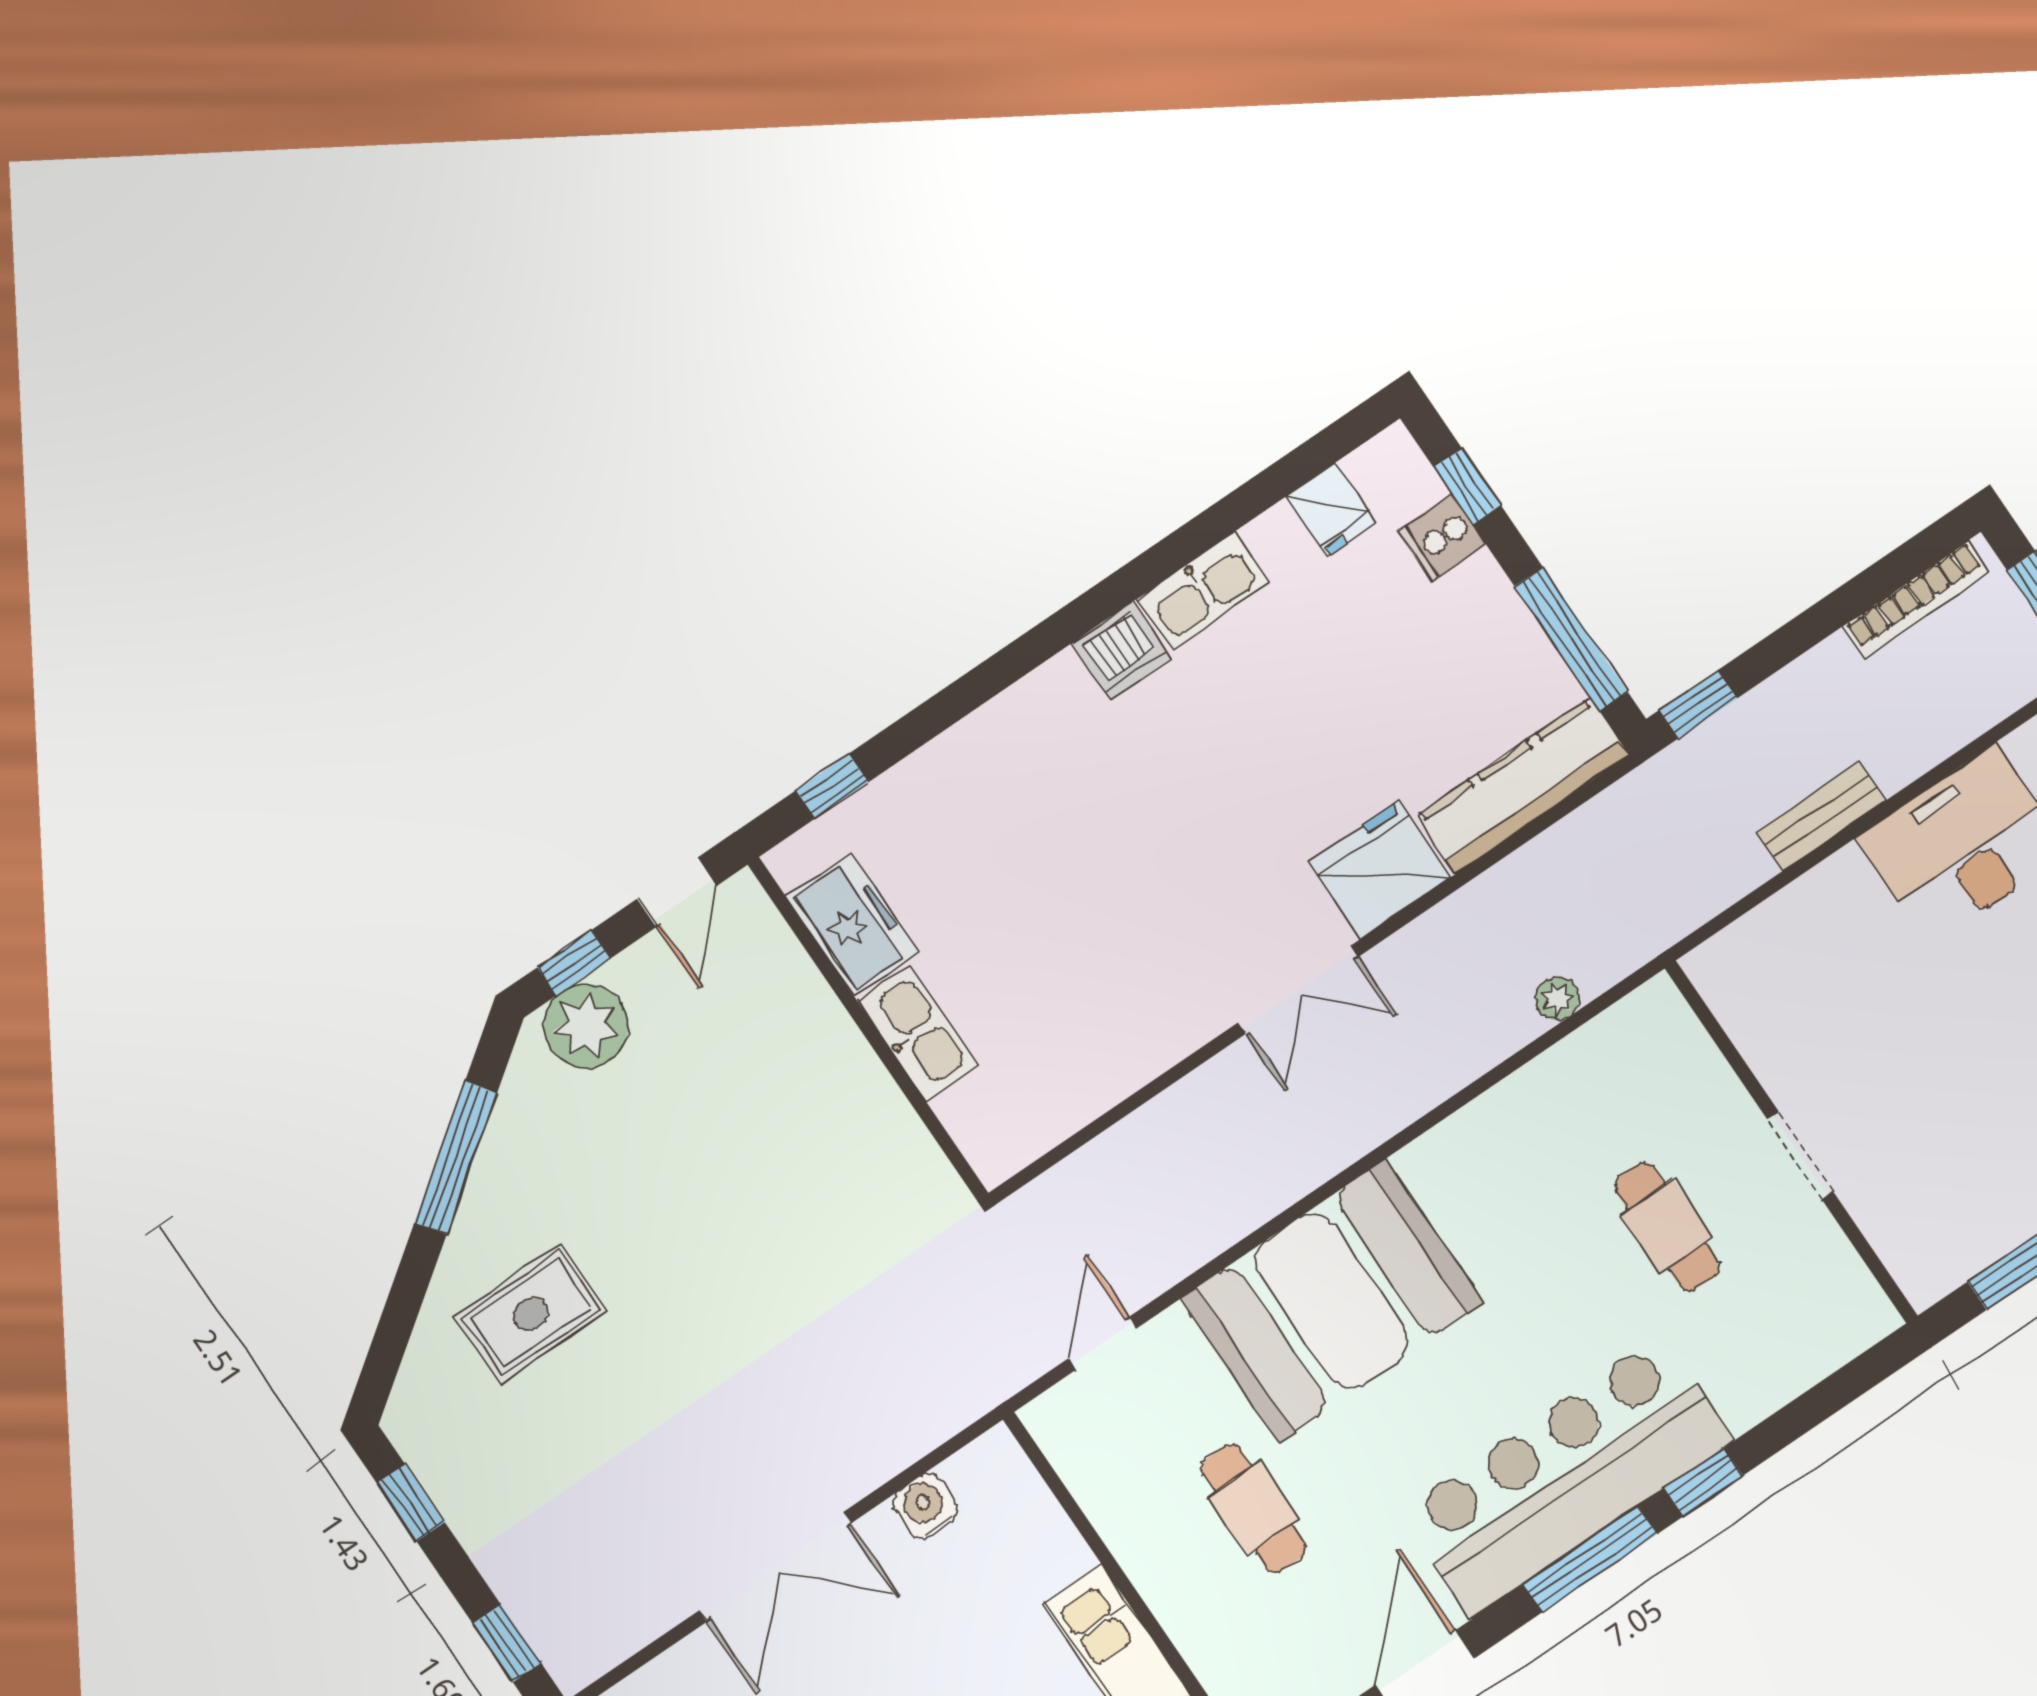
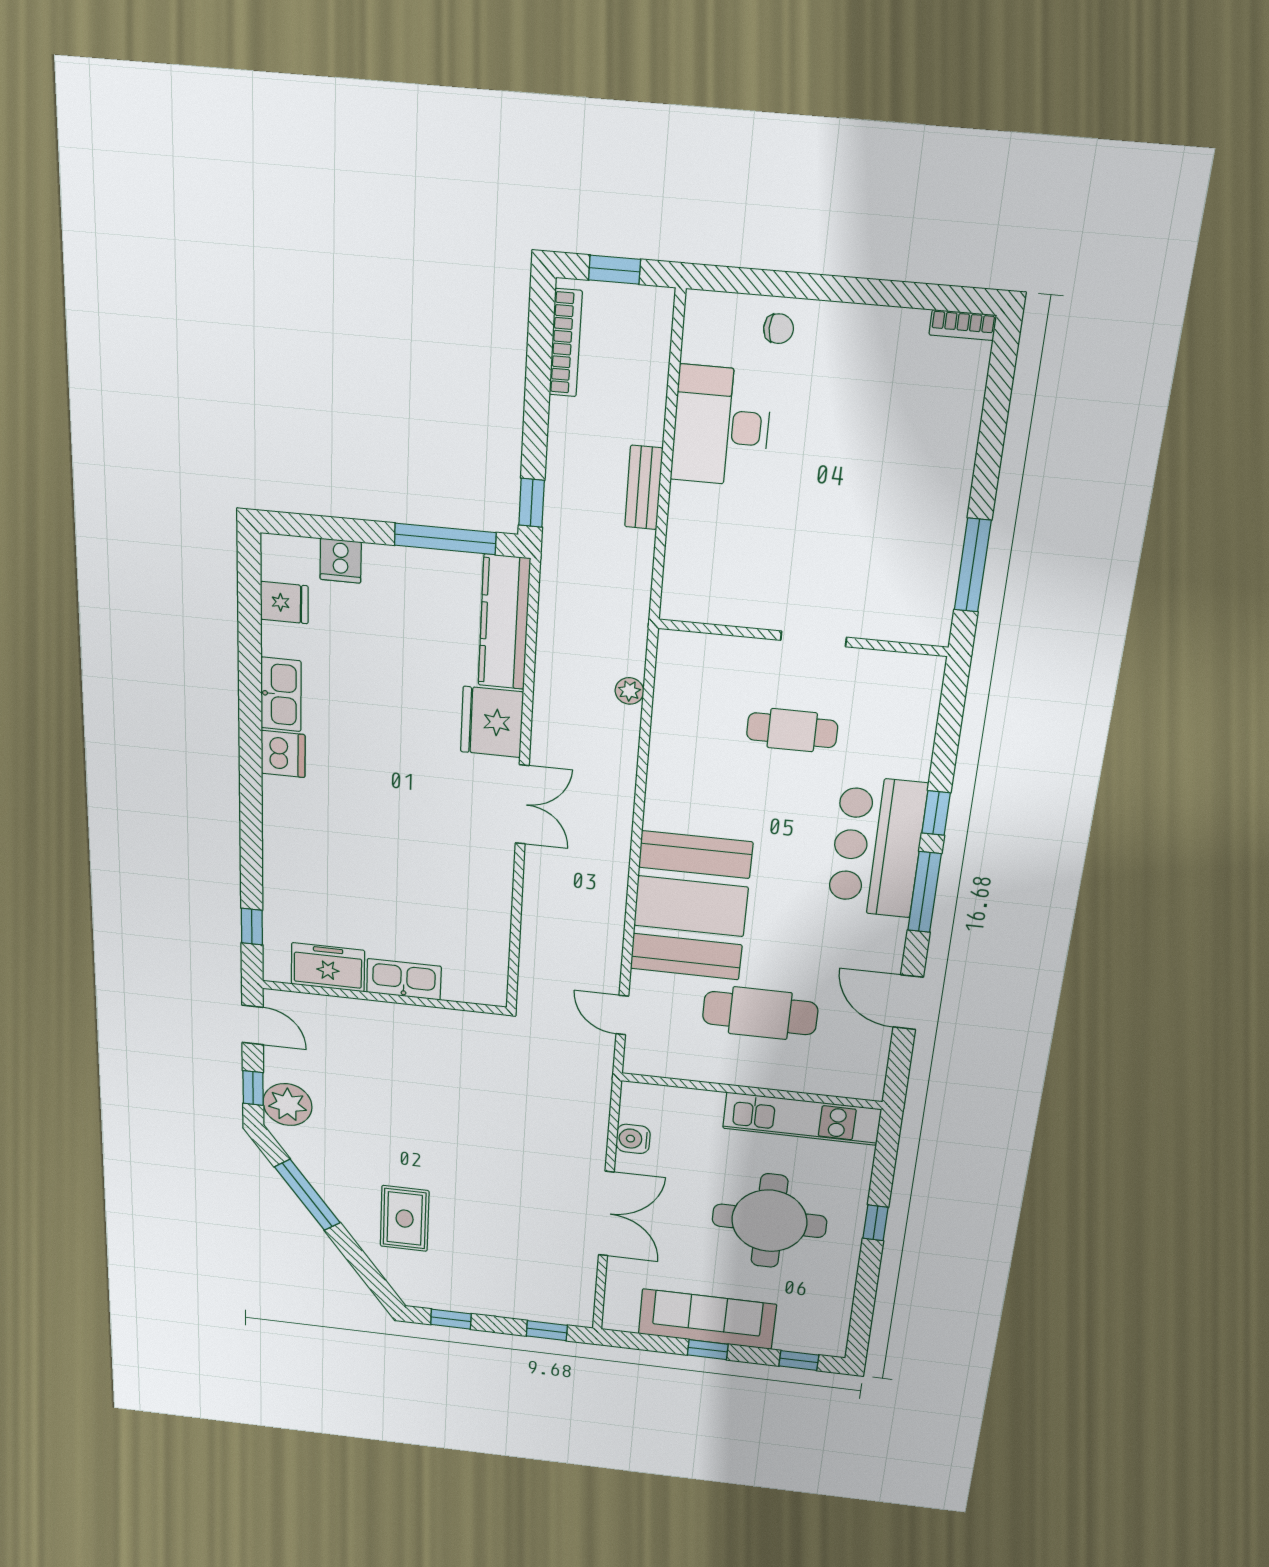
window: (1467, 486) -> (322, 527), removed
bar counter: (1566, 1476) -> (877, 847), width x0.73
cafe table: (1253, 1508) -> (760, 1013), width x1.37, depth x1.35

